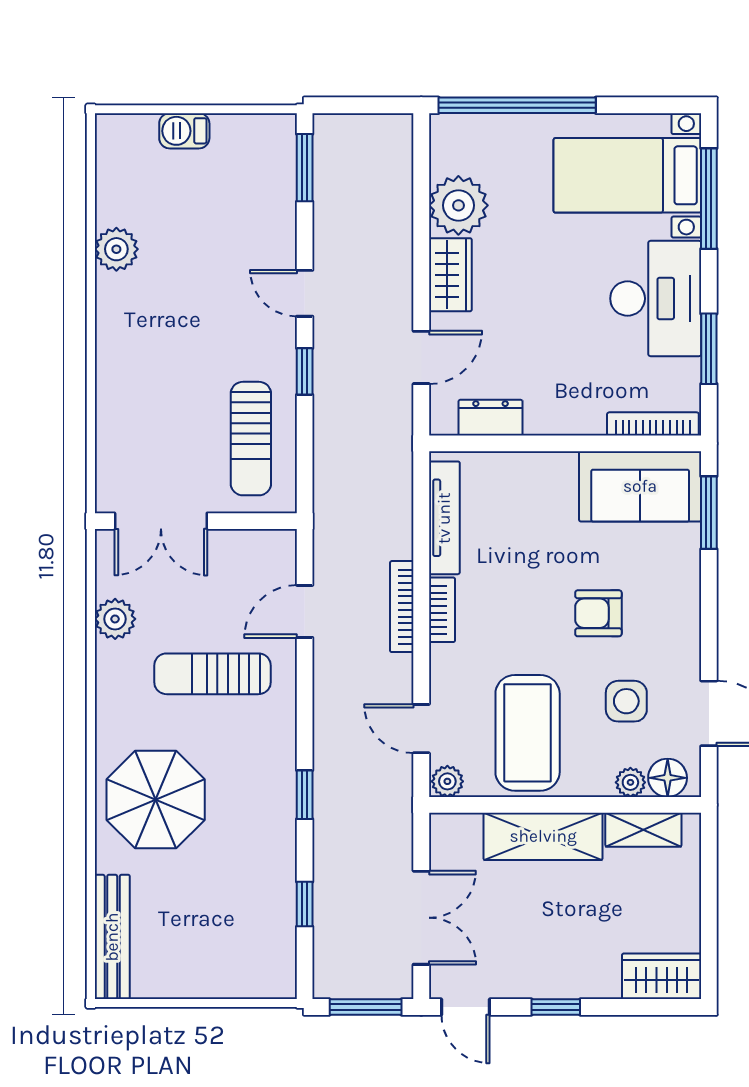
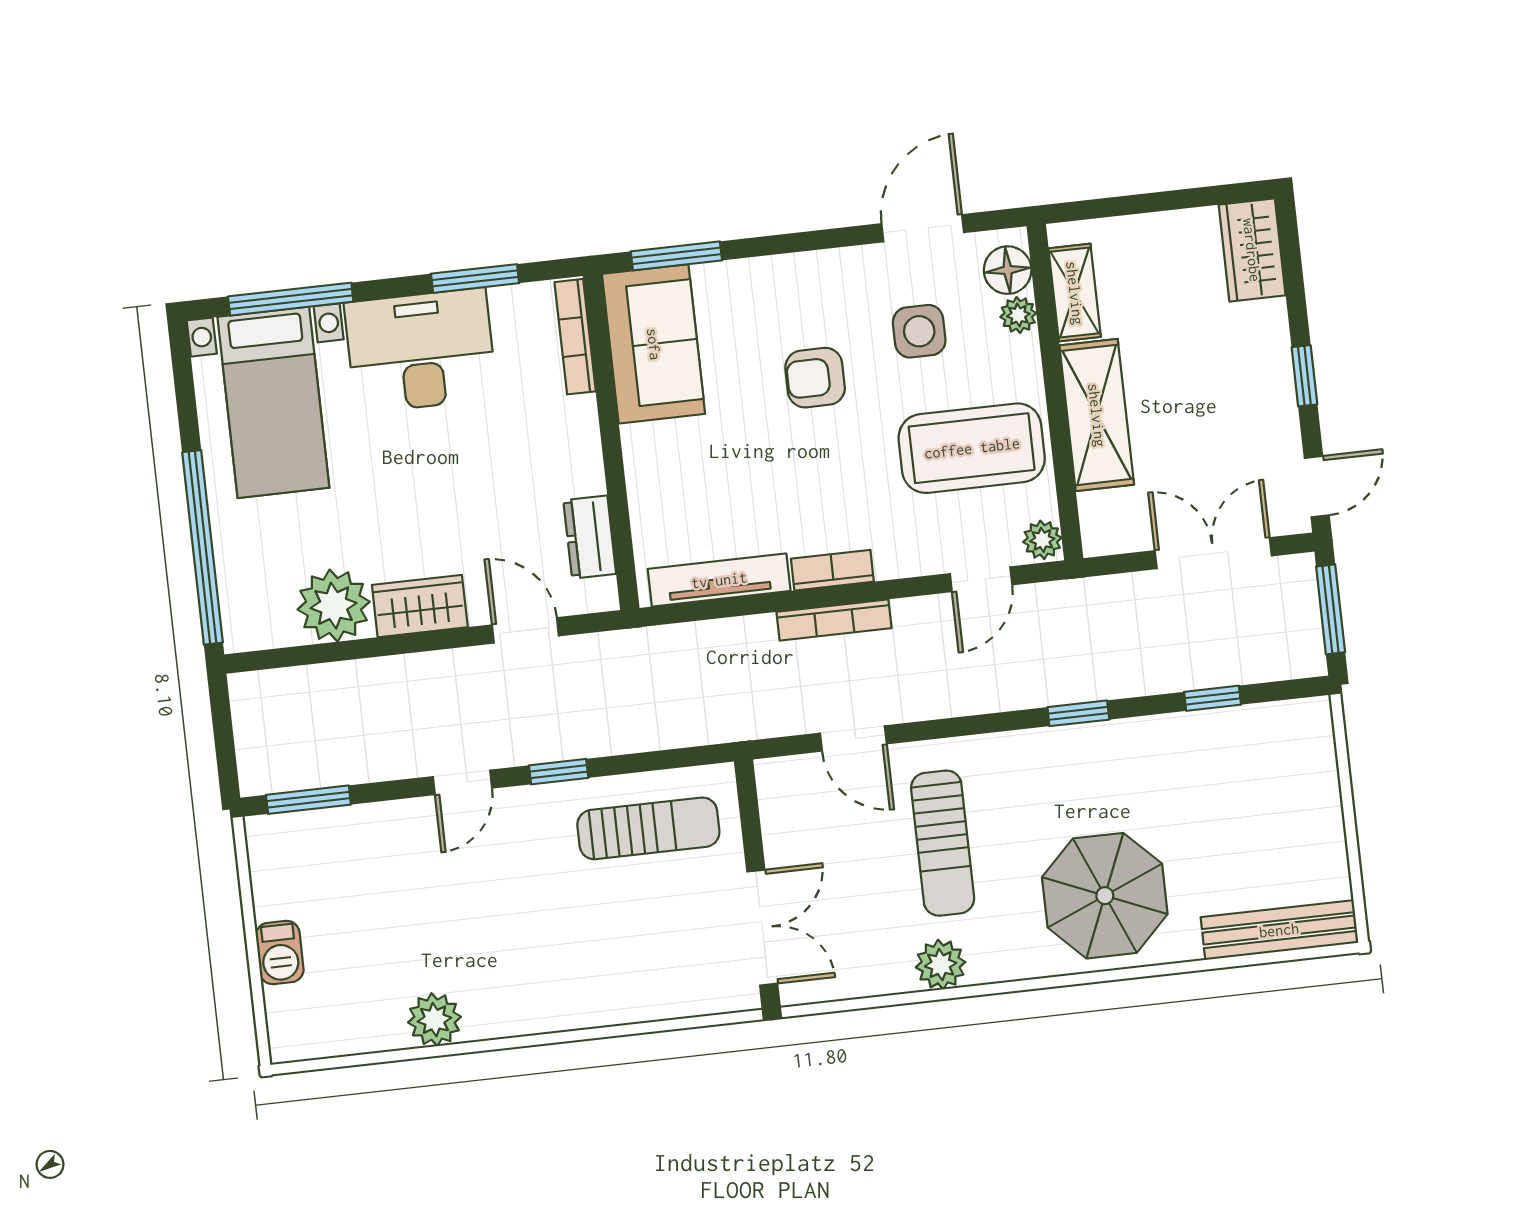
armchair: (598, 613) -> (815, 378), turned 90
plant: (115, 619) -> (941, 965), moved

